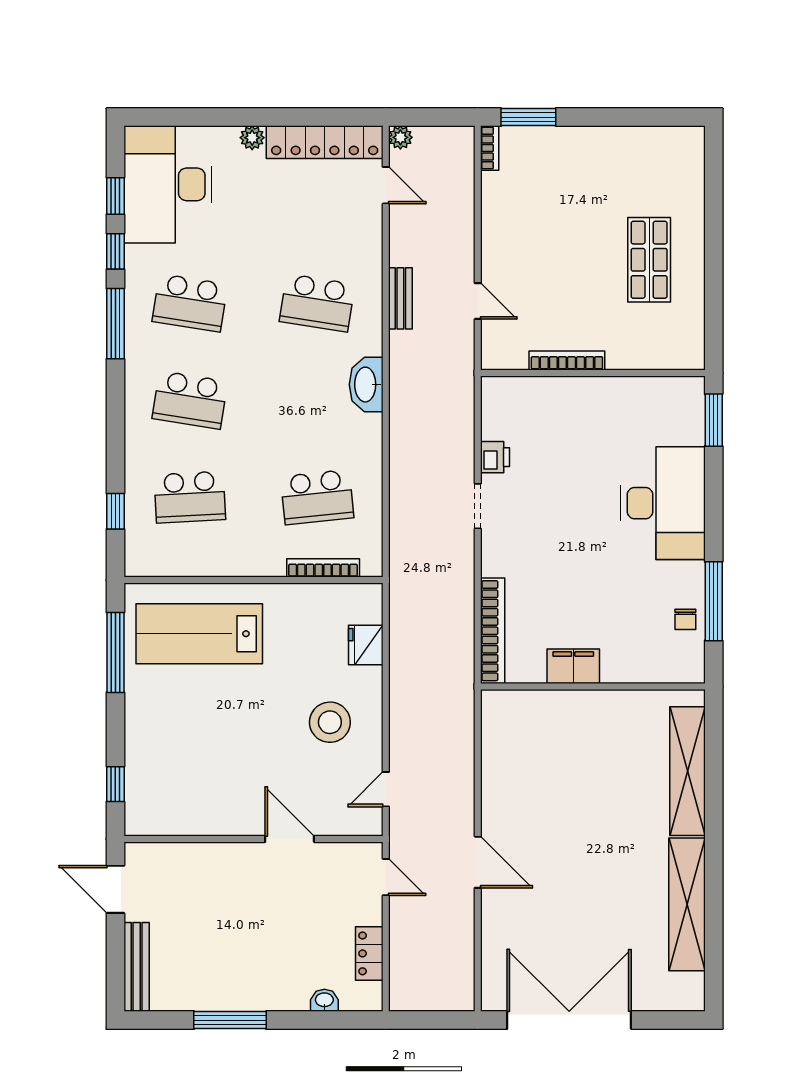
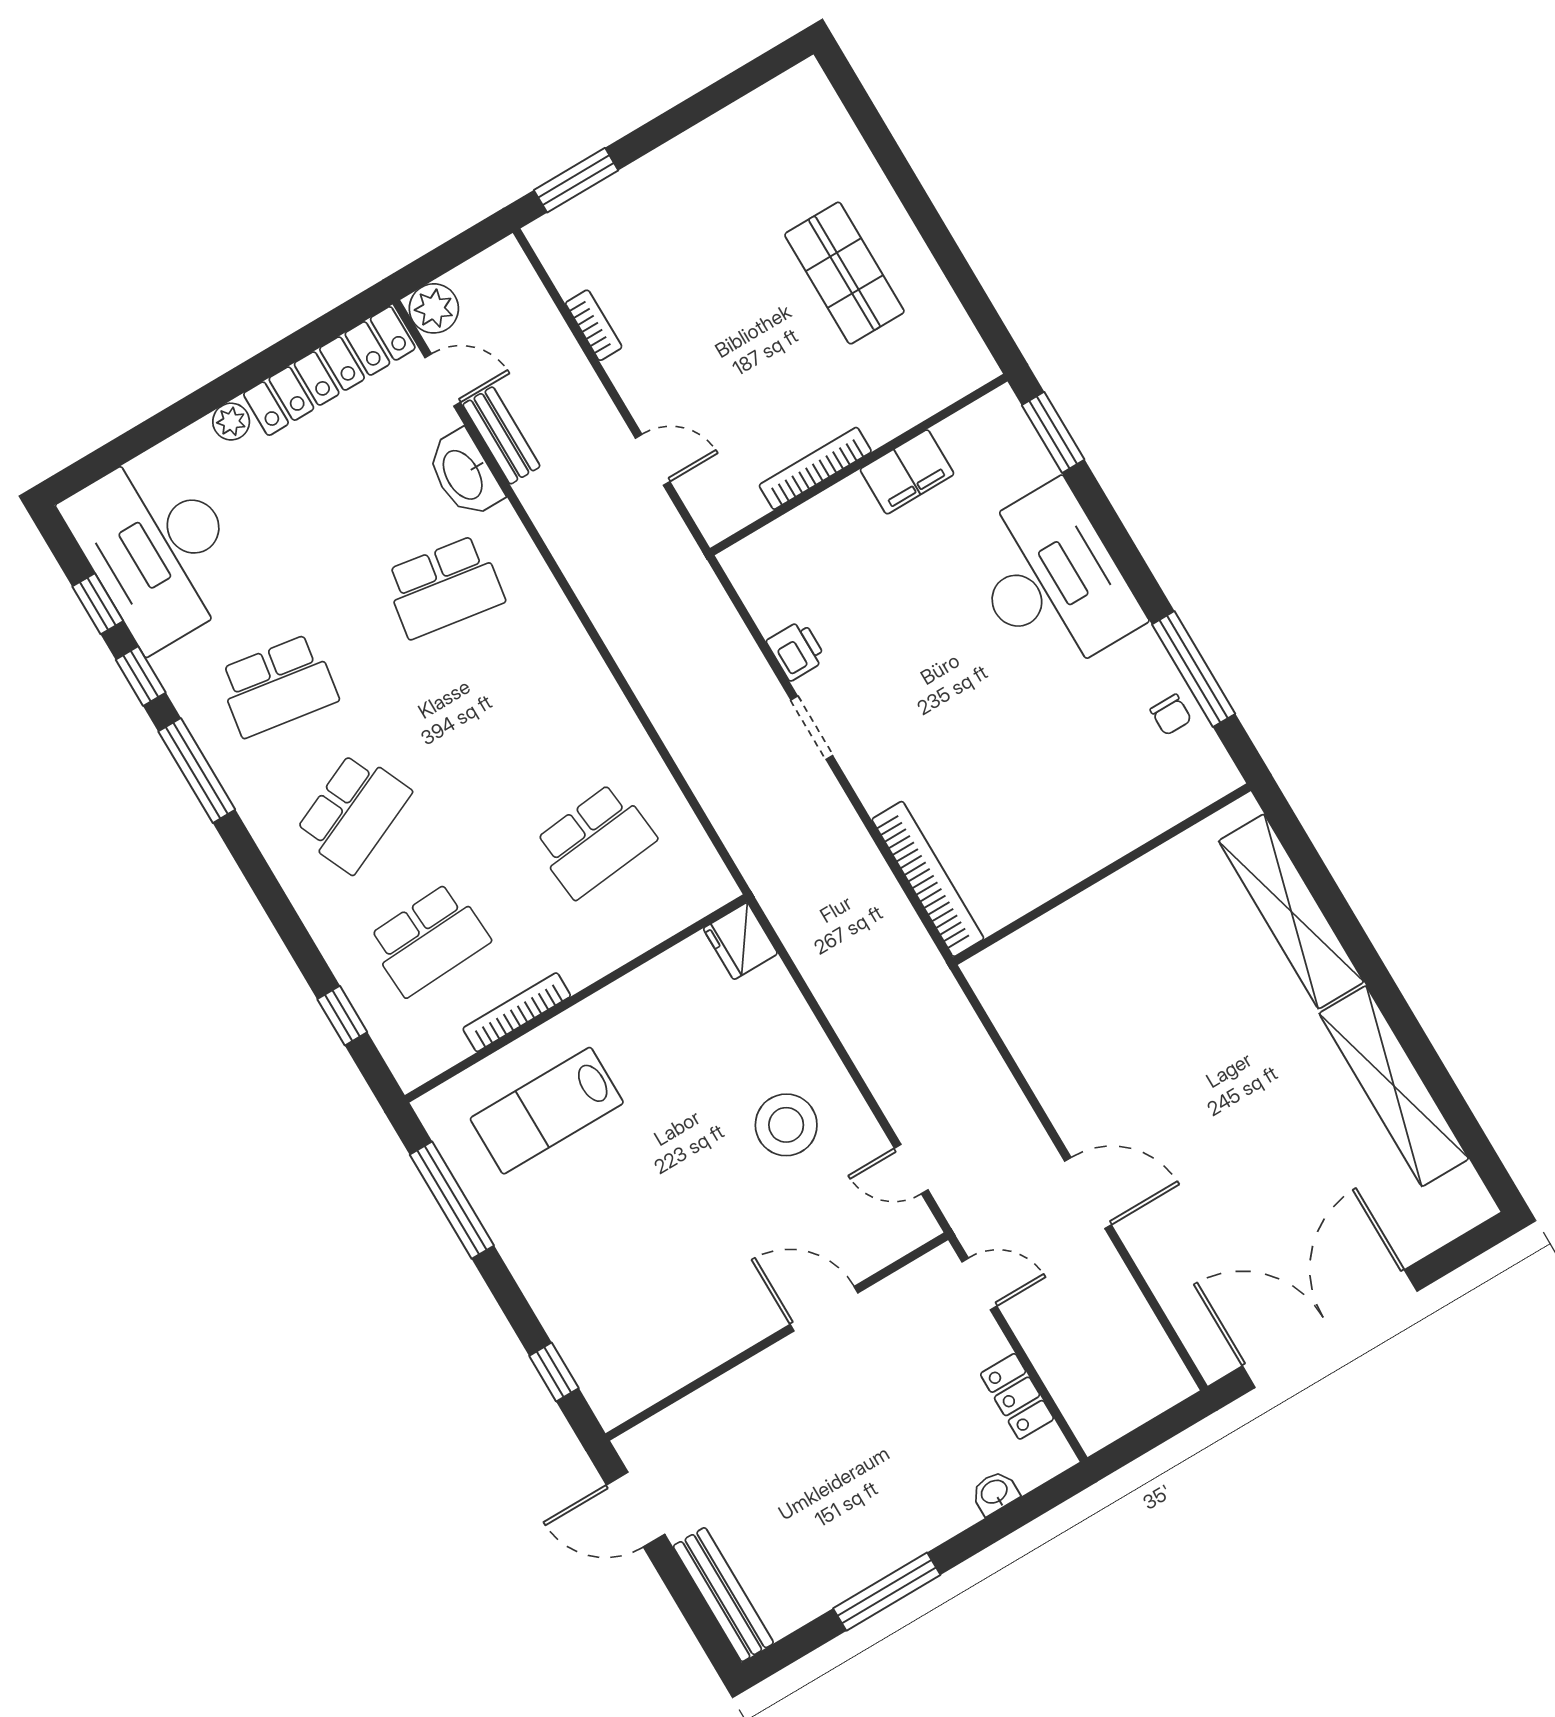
plant: (400, 137) -> (434, 308), width x1.38, depth x1.38
bookcase: (490, 148) -> (594, 325), moved
bench: (400, 298) -> (501, 435), moved
washbasin: (366, 385) -> (464, 474), moved
school desk: (190, 400) -> (353, 813), turned -33
bookcase: (323, 568) -> (517, 1012), moved
lab bench: (199, 634) -> (547, 1111), width x0.73, depth x0.72
fridge: (366, 645) -> (740, 941), moved
filing cabinet: (573, 666) -> (907, 472), moved, turned 180
door: (386, 789) -> (911, 1169), hinge flipped

